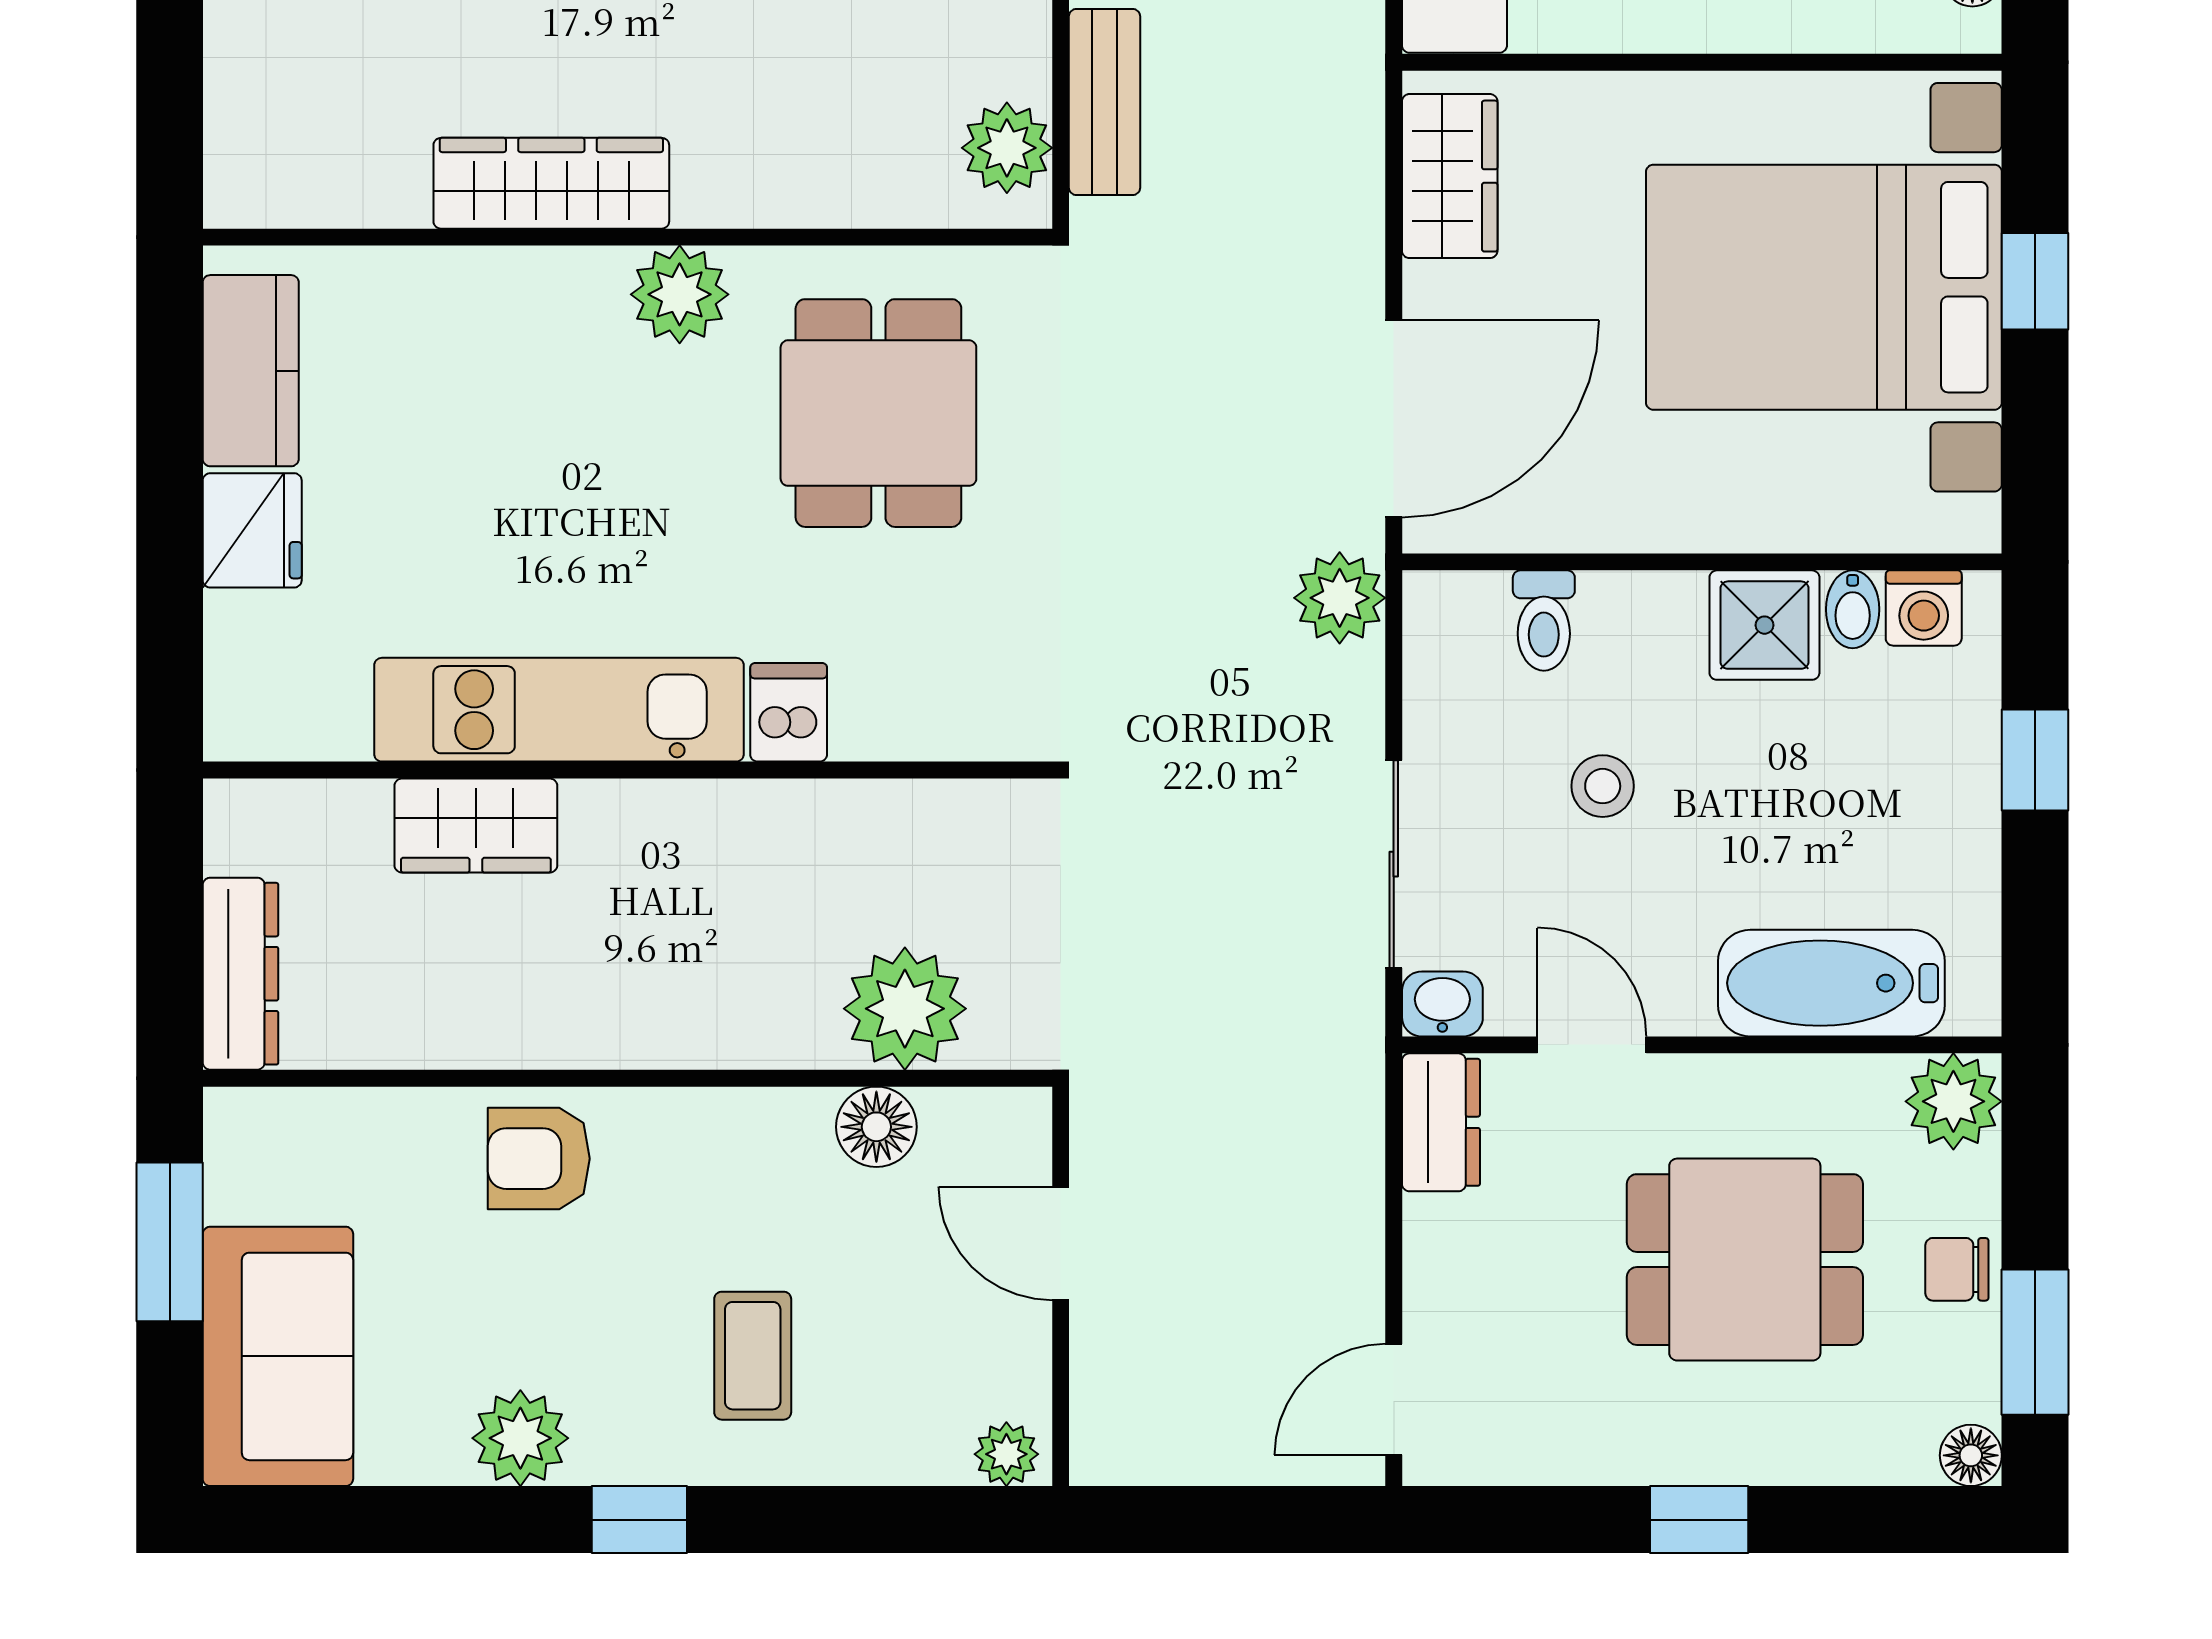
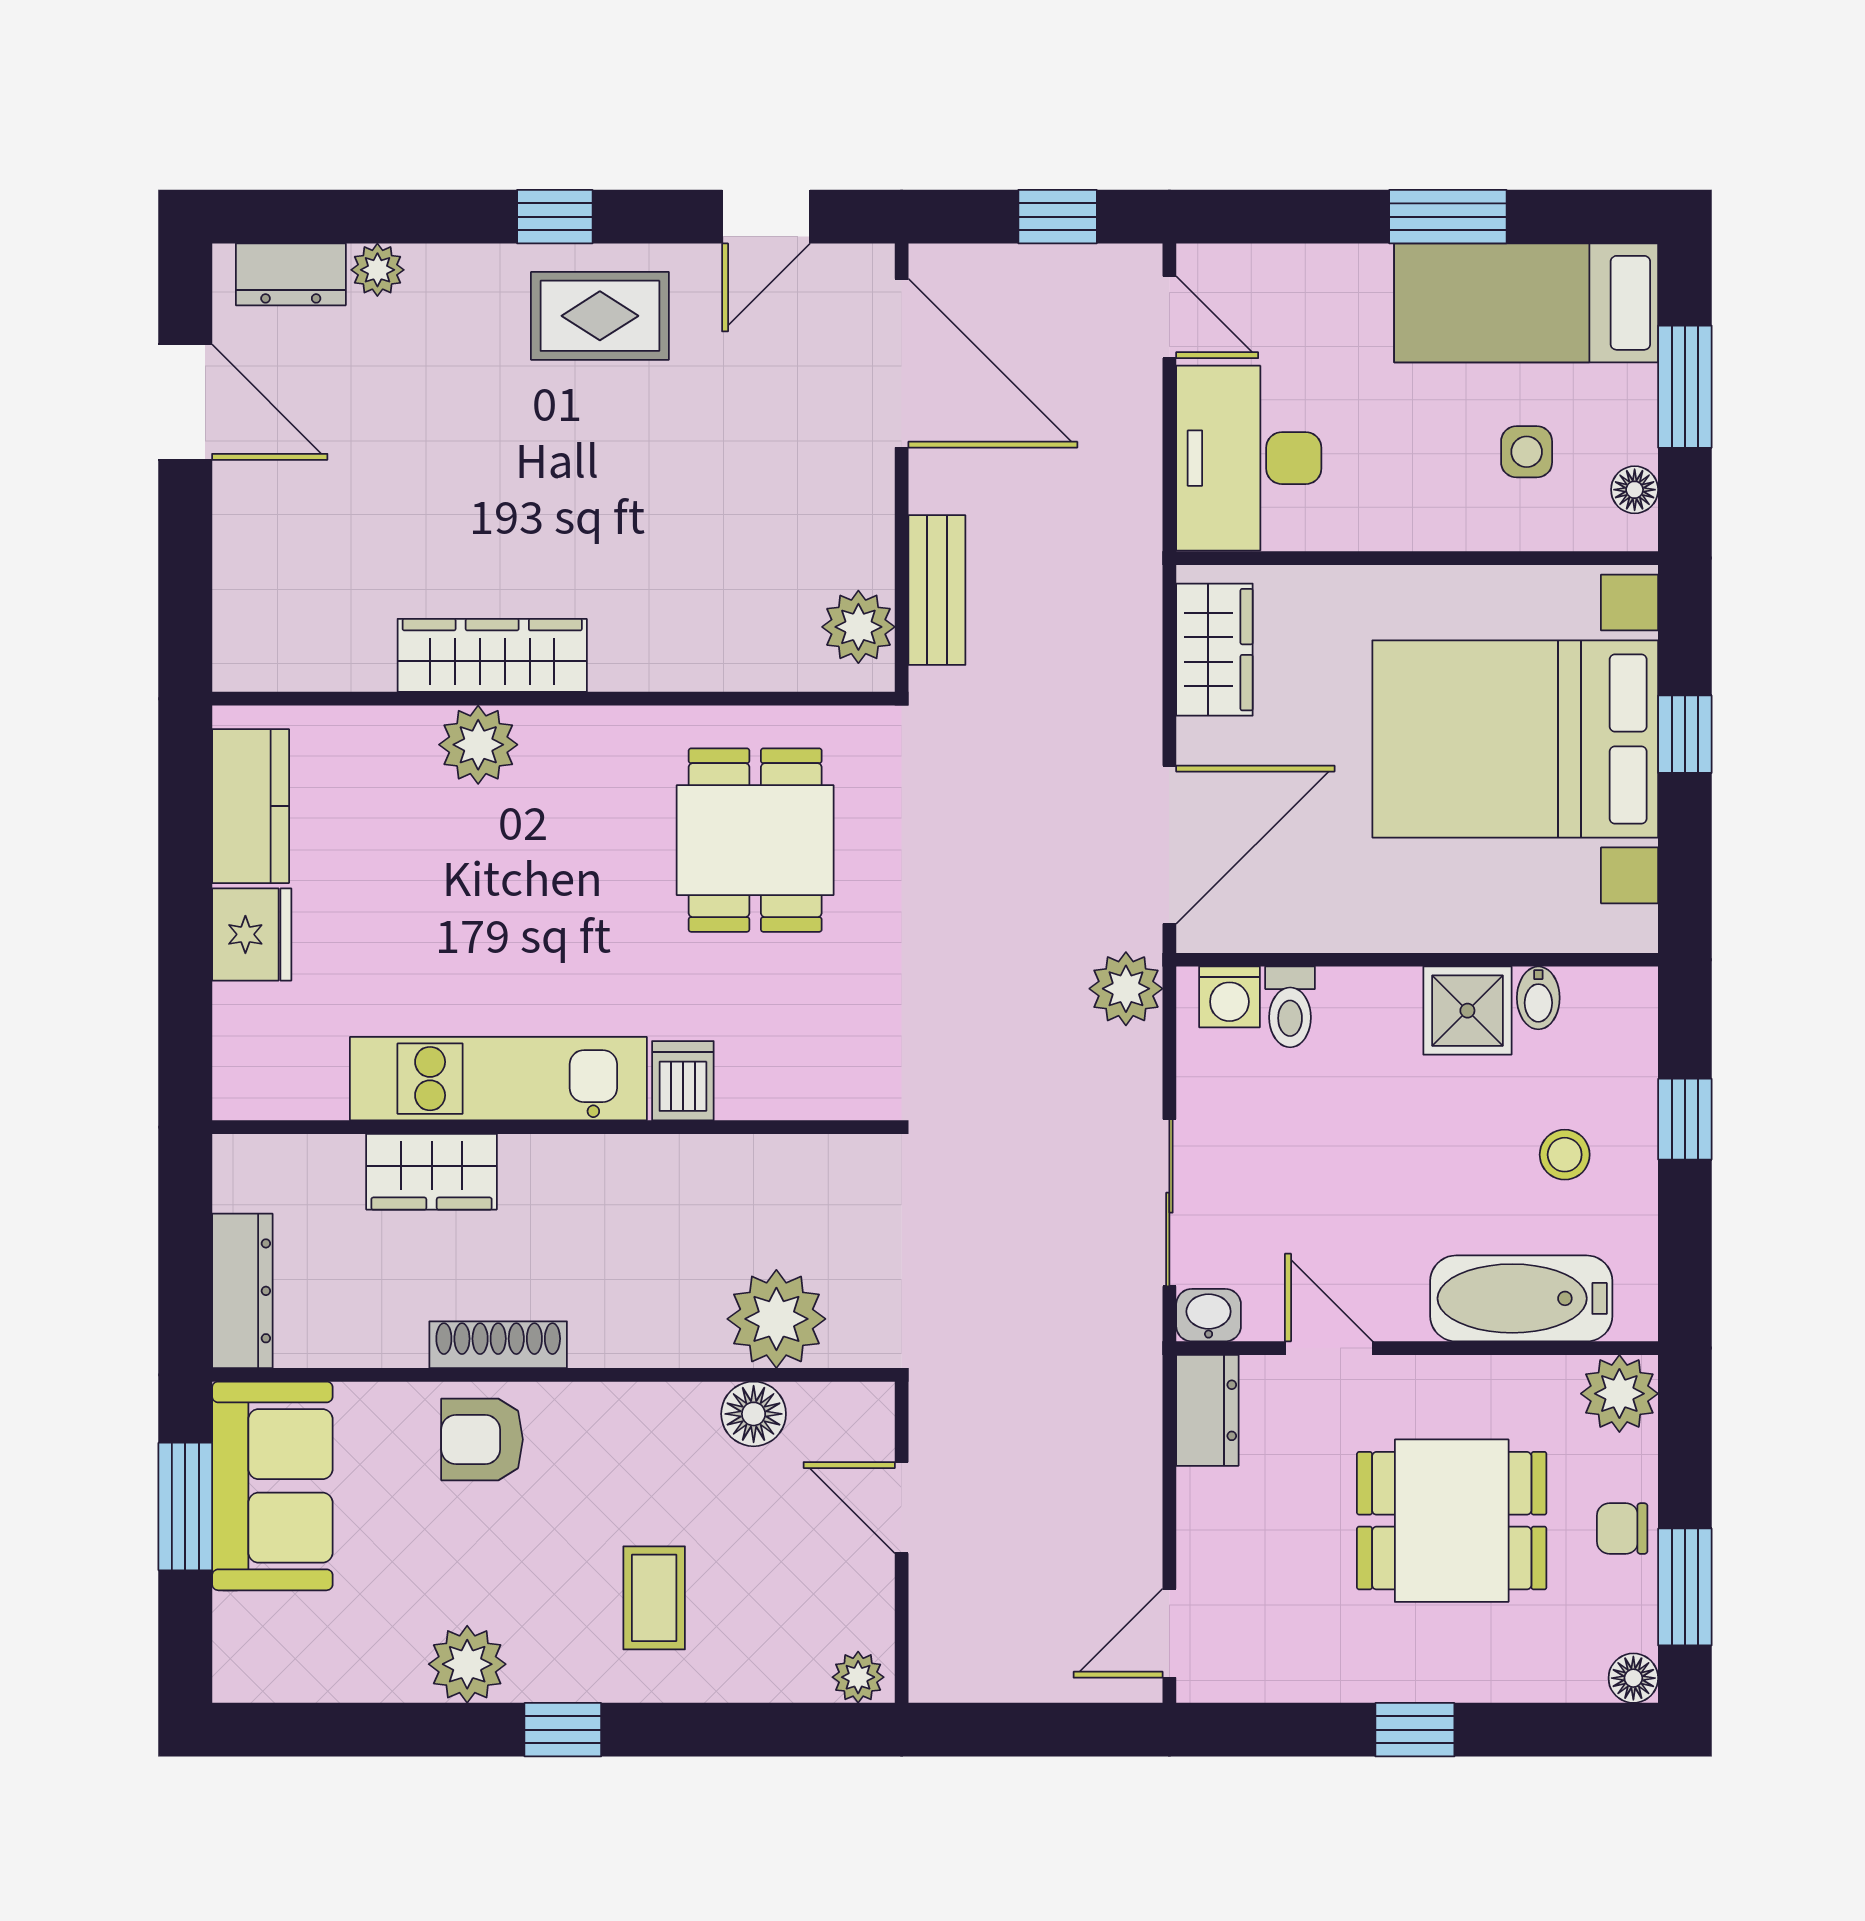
plant: (680, 294) -> (478, 745), moved
washing machine: (1924, 608) -> (1229, 997), moved
stool: (1603, 786) -> (1565, 1155), moved
shoe rack: (559, 1041) -> (498, 1345), added
sofa: (278, 1356) -> (272, 1486), moved

